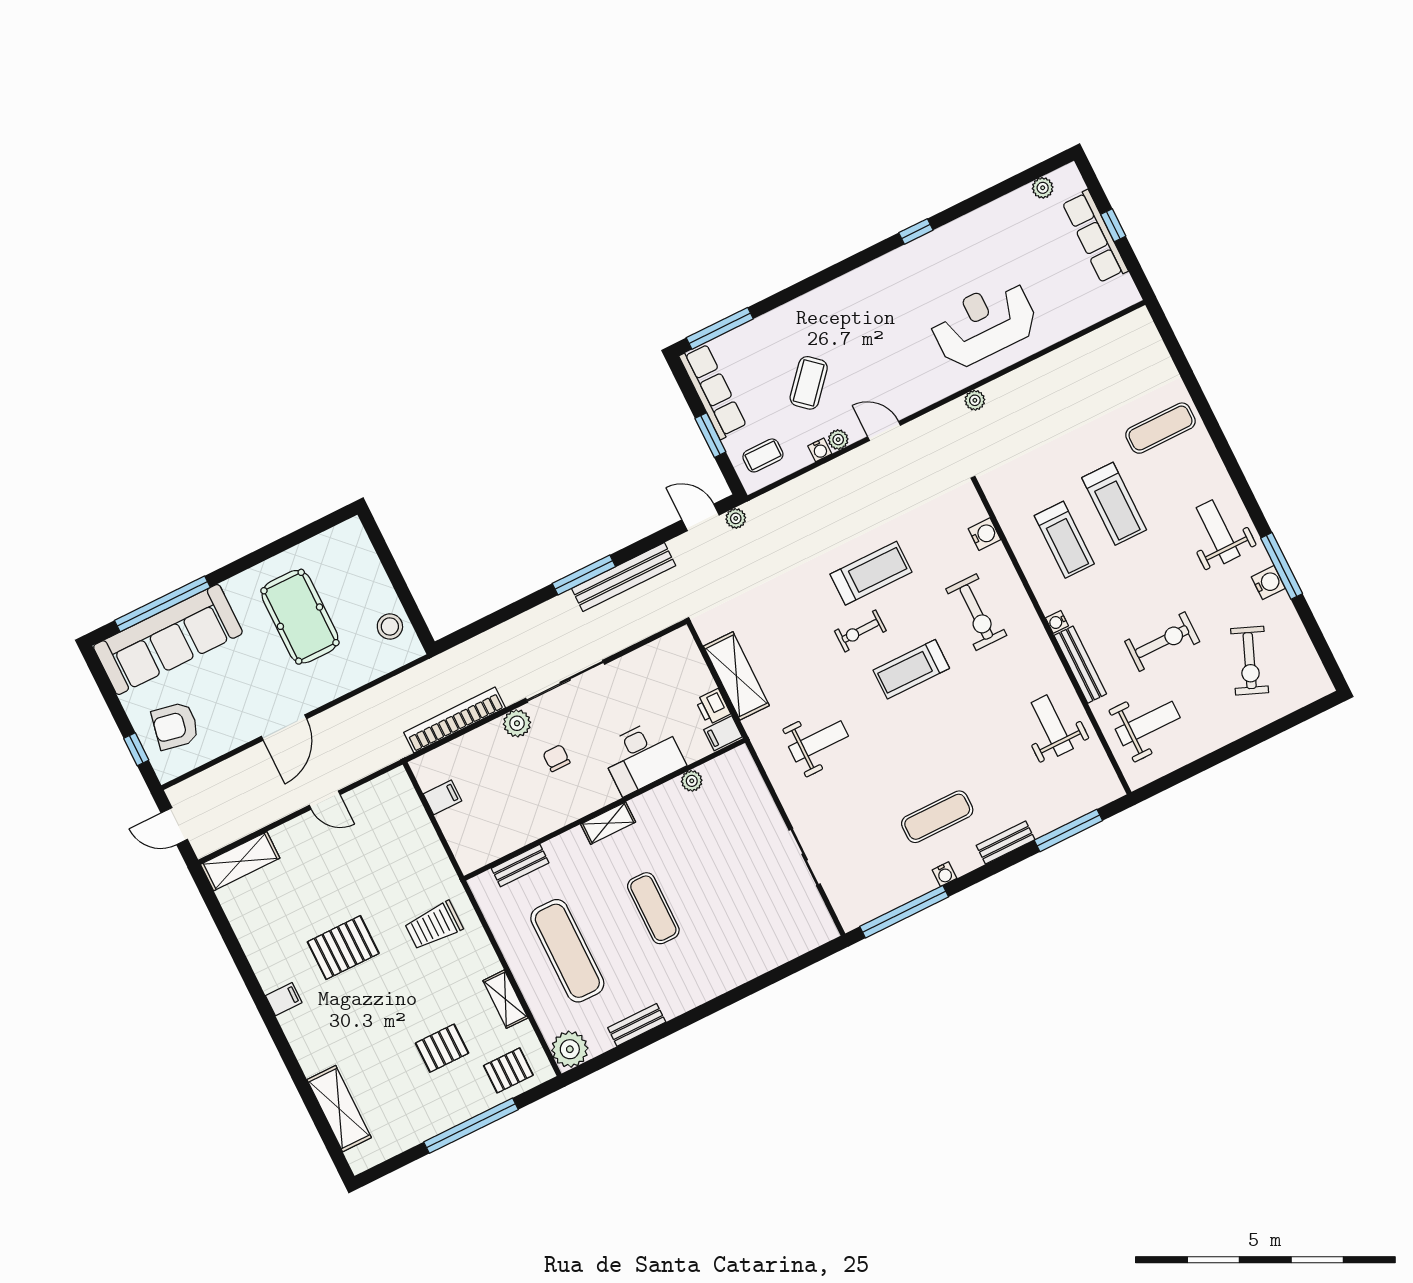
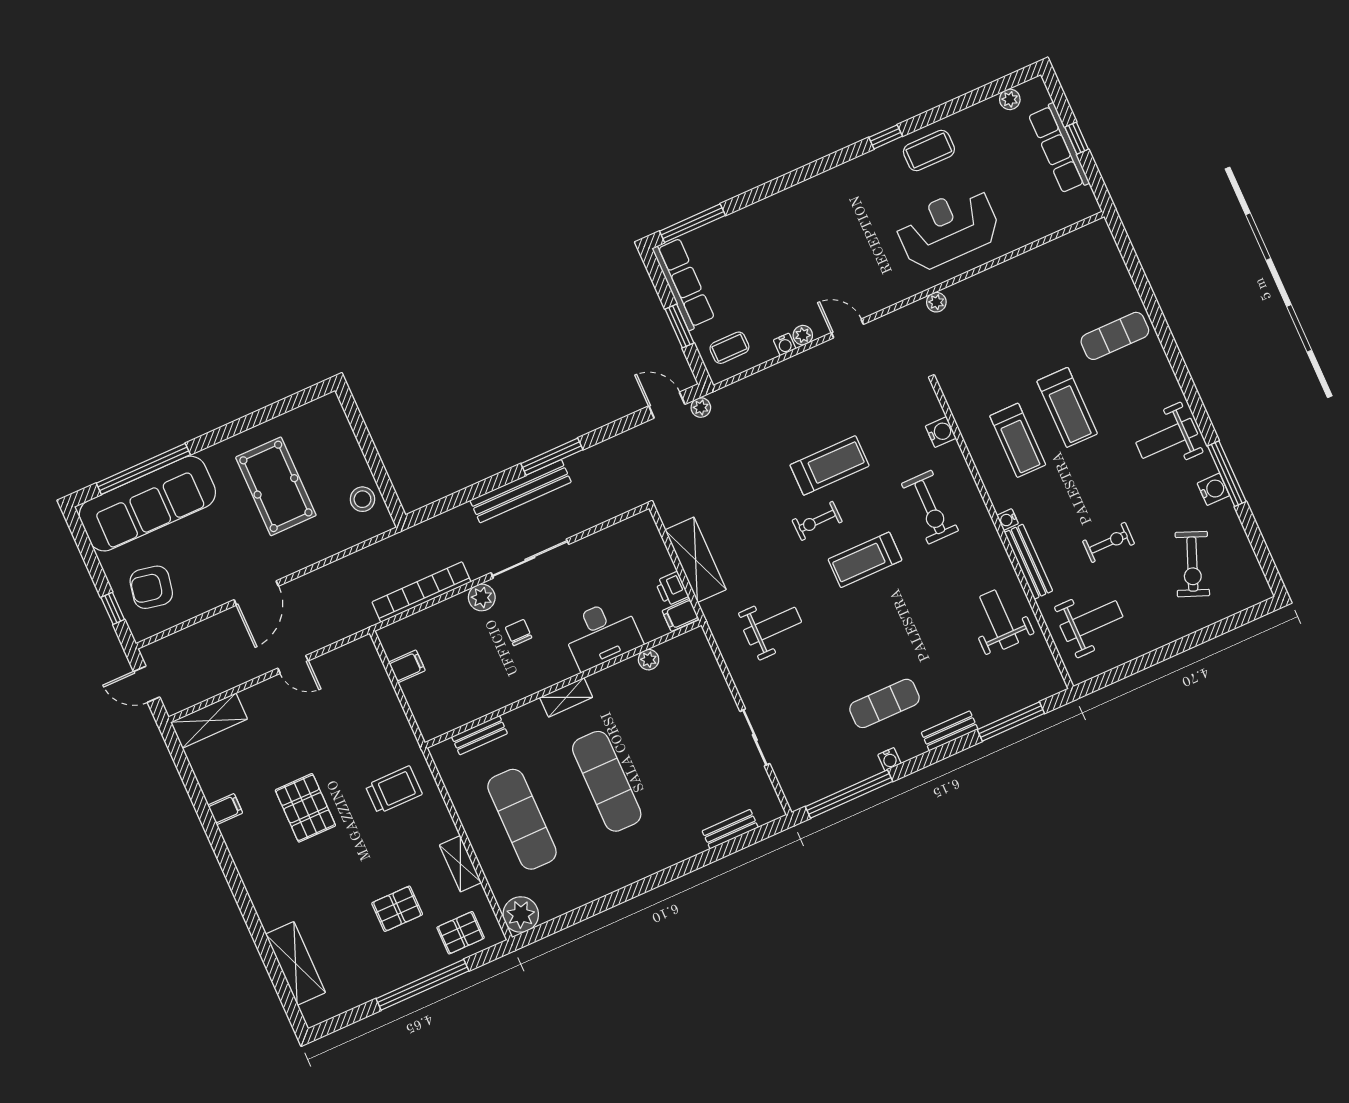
coffee table: (809, 383) -> (929, 151), moved, turned 49
weight bench: (1218, 532) -> (1167, 438), turned -90
bench: (624, 577) -> (521, 491), moved
exercise bike: (1162, 642) -> (1109, 542), width x0.73, depth x0.72
exercise mat: (653, 908) -> (607, 781), width x1.36, depth x1.45
trolley: (434, 925) -> (394, 790), turned 180
pallet: (343, 948) -> (305, 808), turned 90
filing cabinet: (284, 999) -> (225, 809), moved
bench: (637, 1025) -> (730, 829), moved

